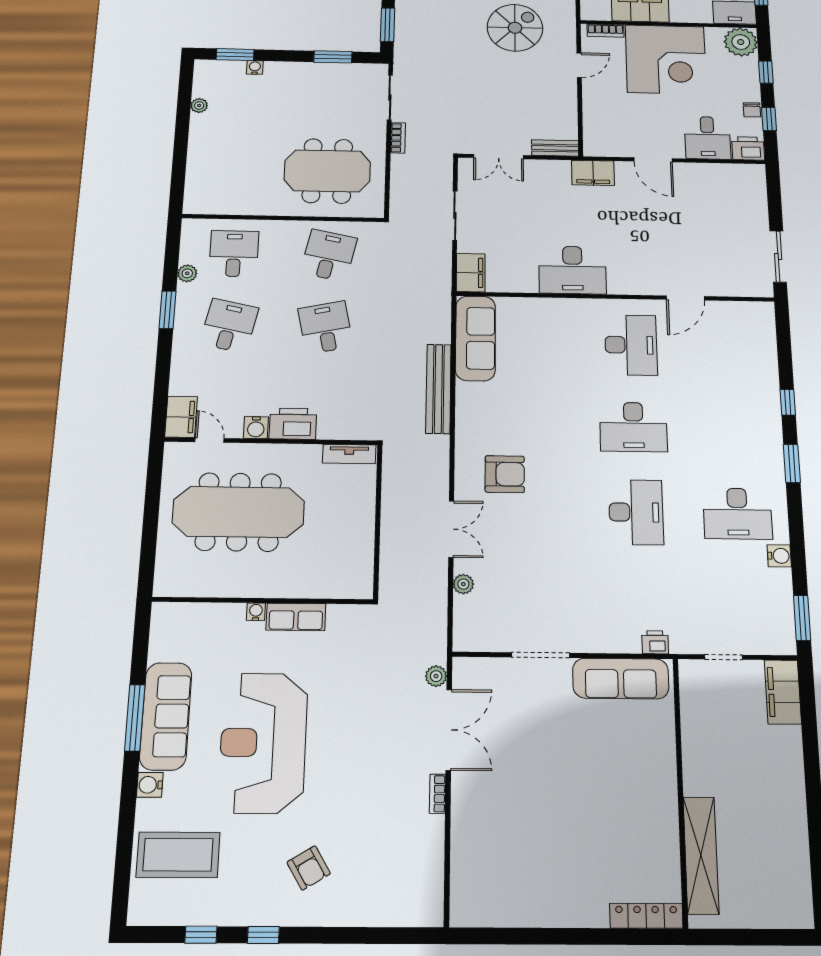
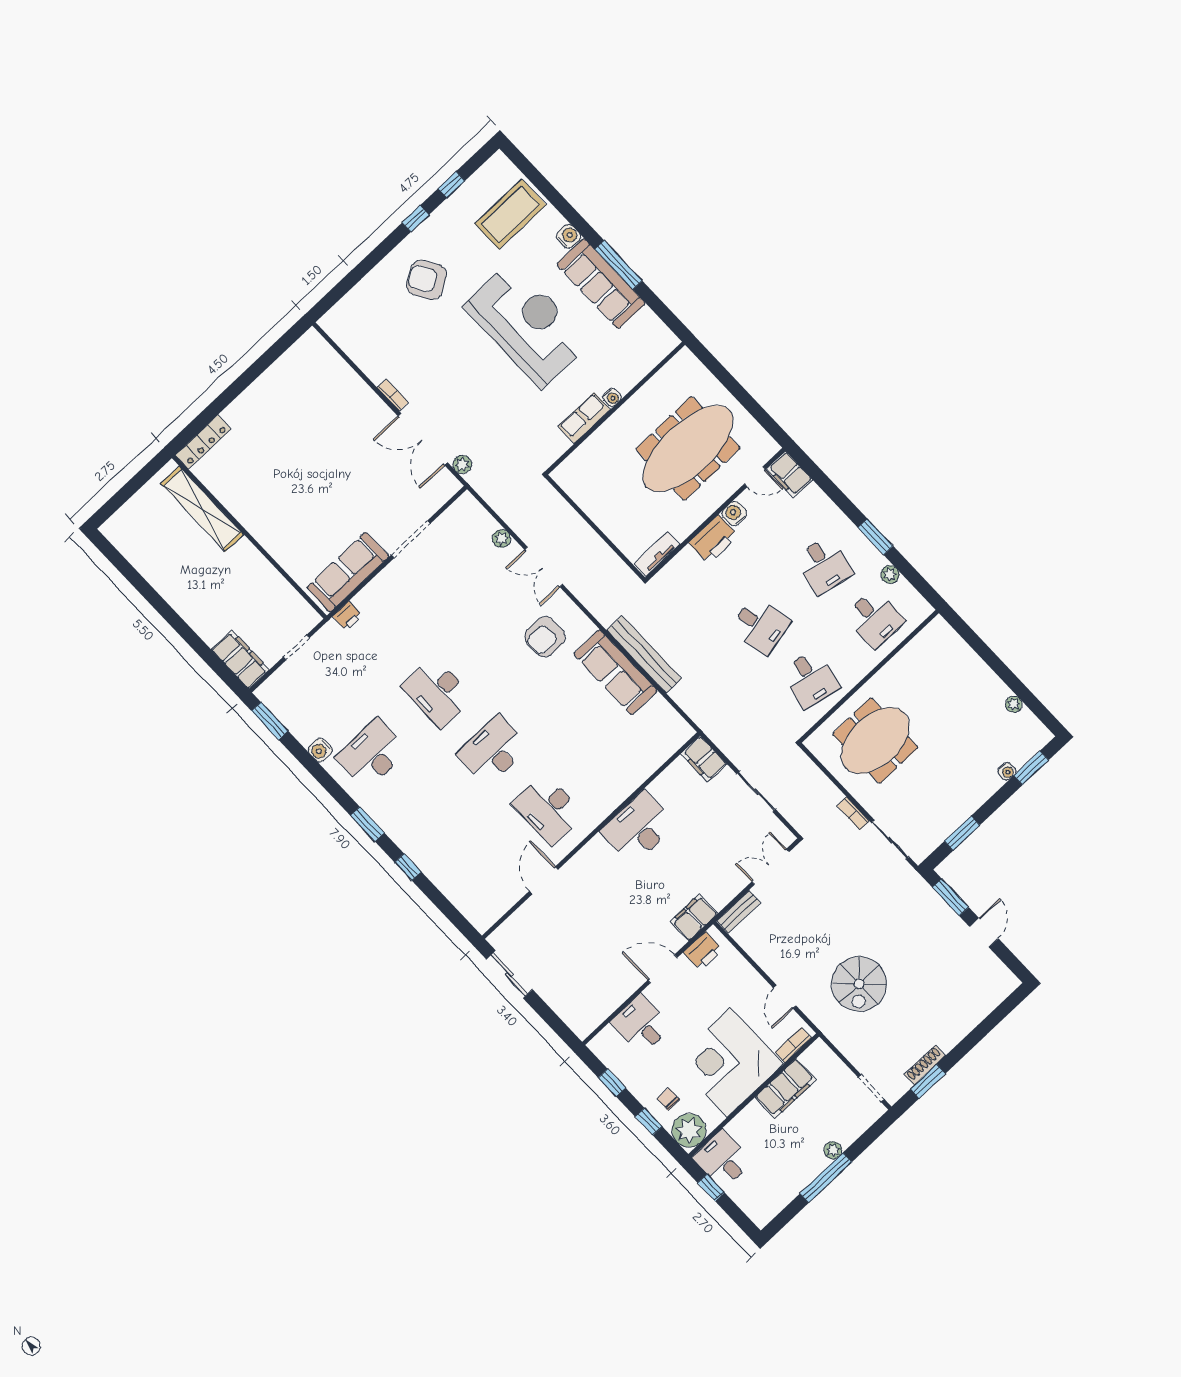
chair: (752, 110) -> (668, 1099), moved
printer: (748, 148) -> (703, 951), moved
sofa: (475, 338) -> (615, 672), moved
armchair: (309, 868) -> (427, 280), width x1.38, depth x1.38

